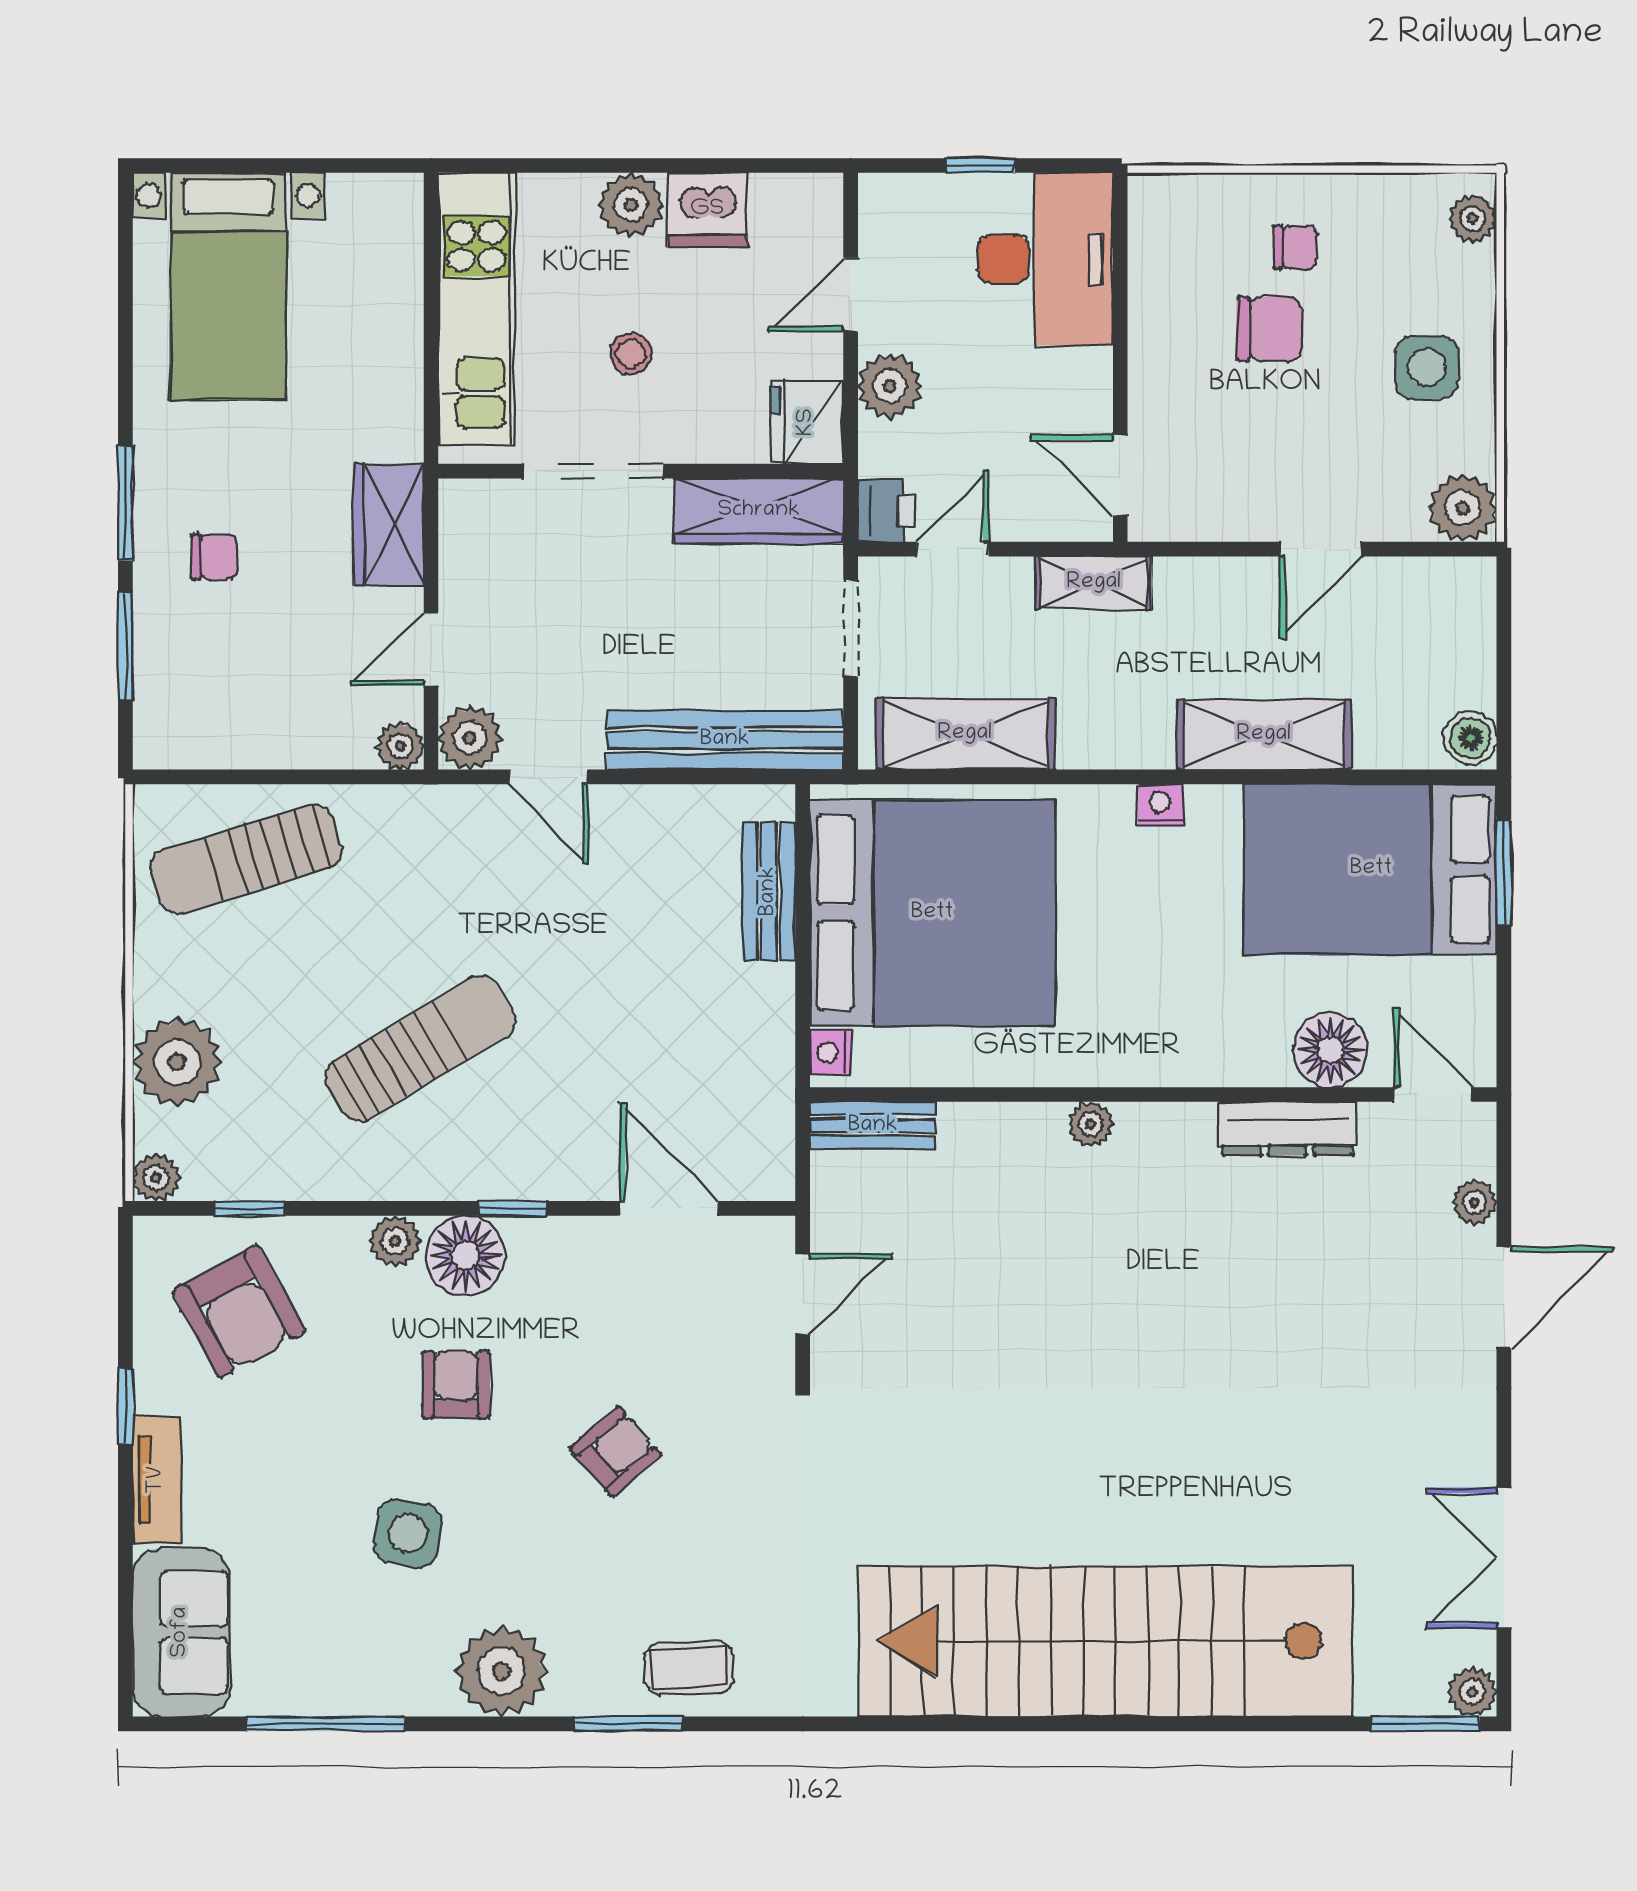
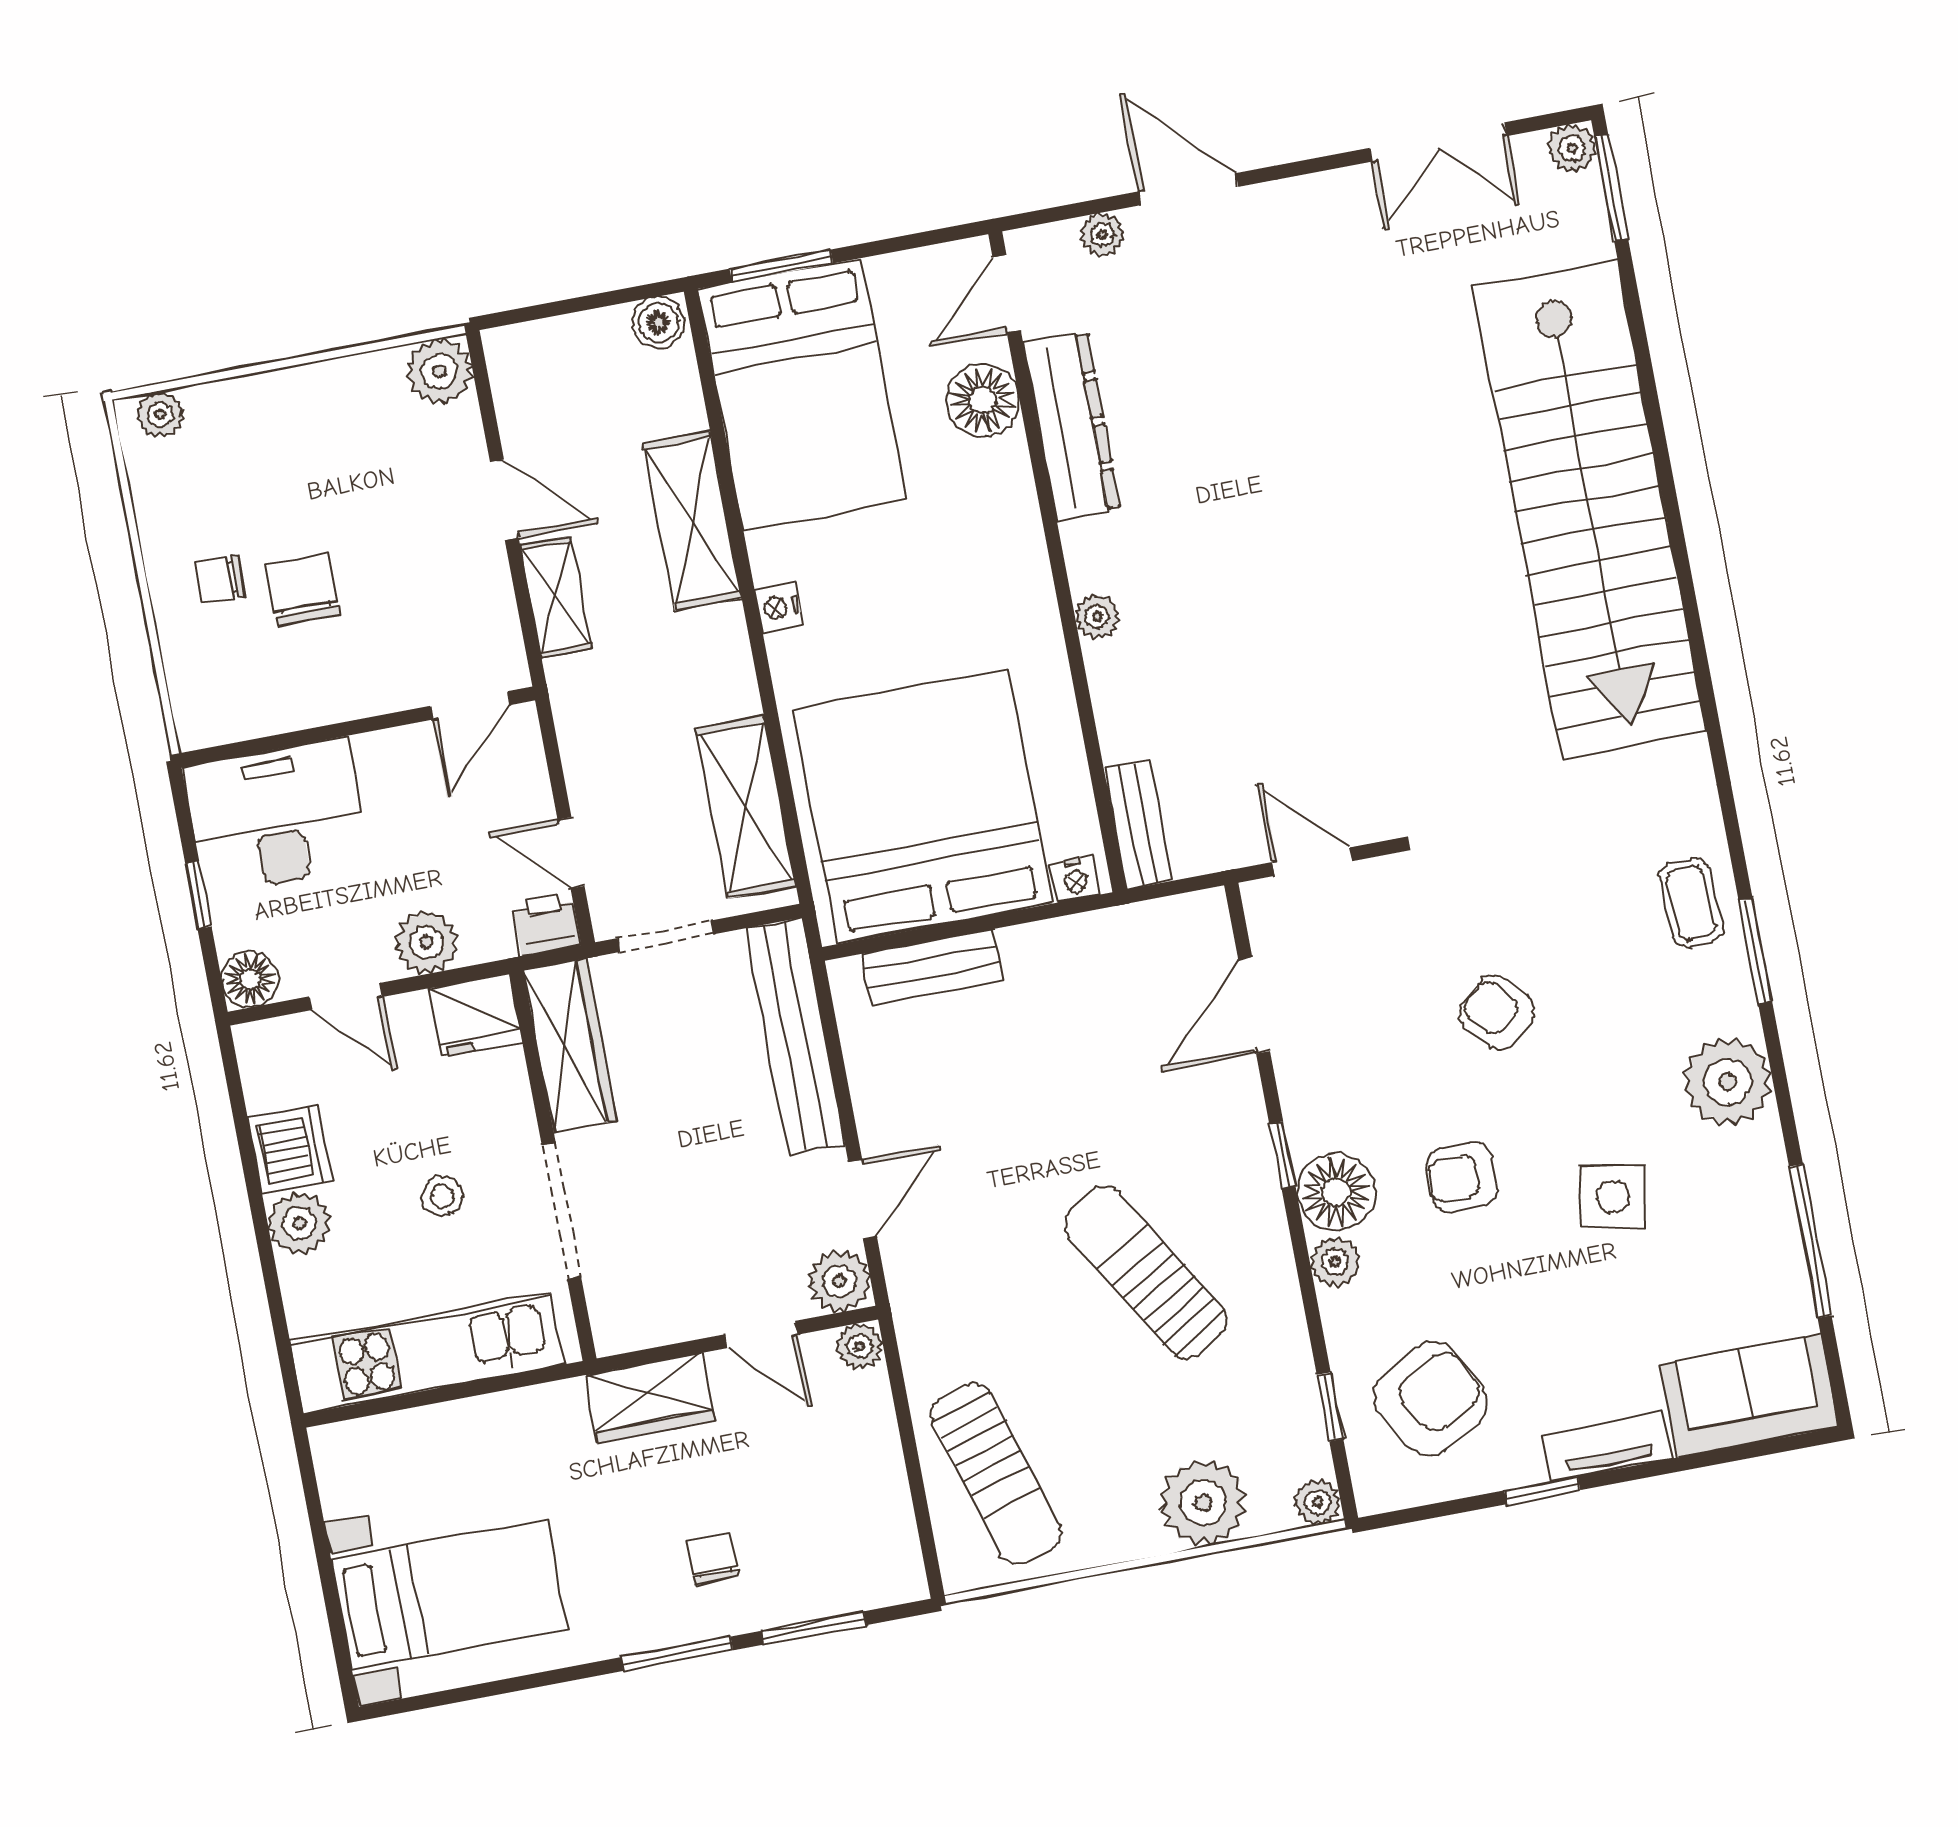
floor lamp: (887, 202) -> (250, 979), added
chair: (1295, 247) -> (220, 579), turned -88
side table: (1427, 367) -> (311, 431), removed
shelving: (1094, 583) -> (556, 597), moved
dresser: (1287, 1129) -> (1072, 426), width x1.37, depth x1.24

